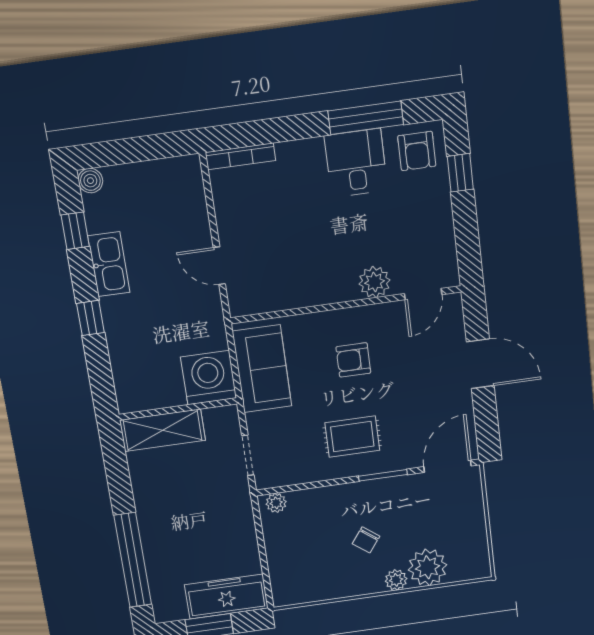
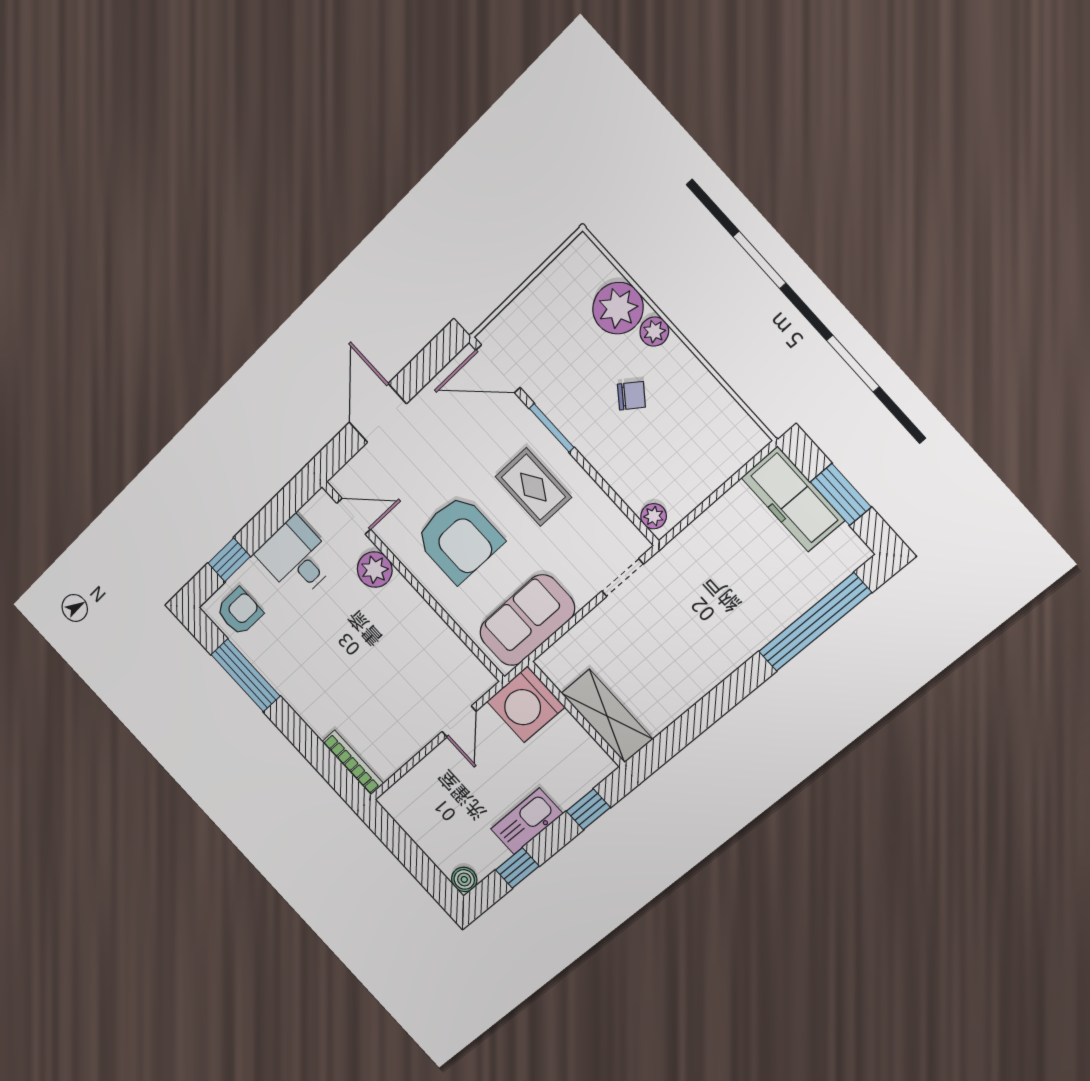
desk: (356, 163) -> (297, 558), moved, turned 90
armchair: (353, 360) -> (459, 539), width x1.88, depth x1.88
washing machine: (209, 378) -> (526, 704), moved
wall: (178, 409) -> (576, 714), moved
shelving: (163, 430) -> (607, 716), moved

